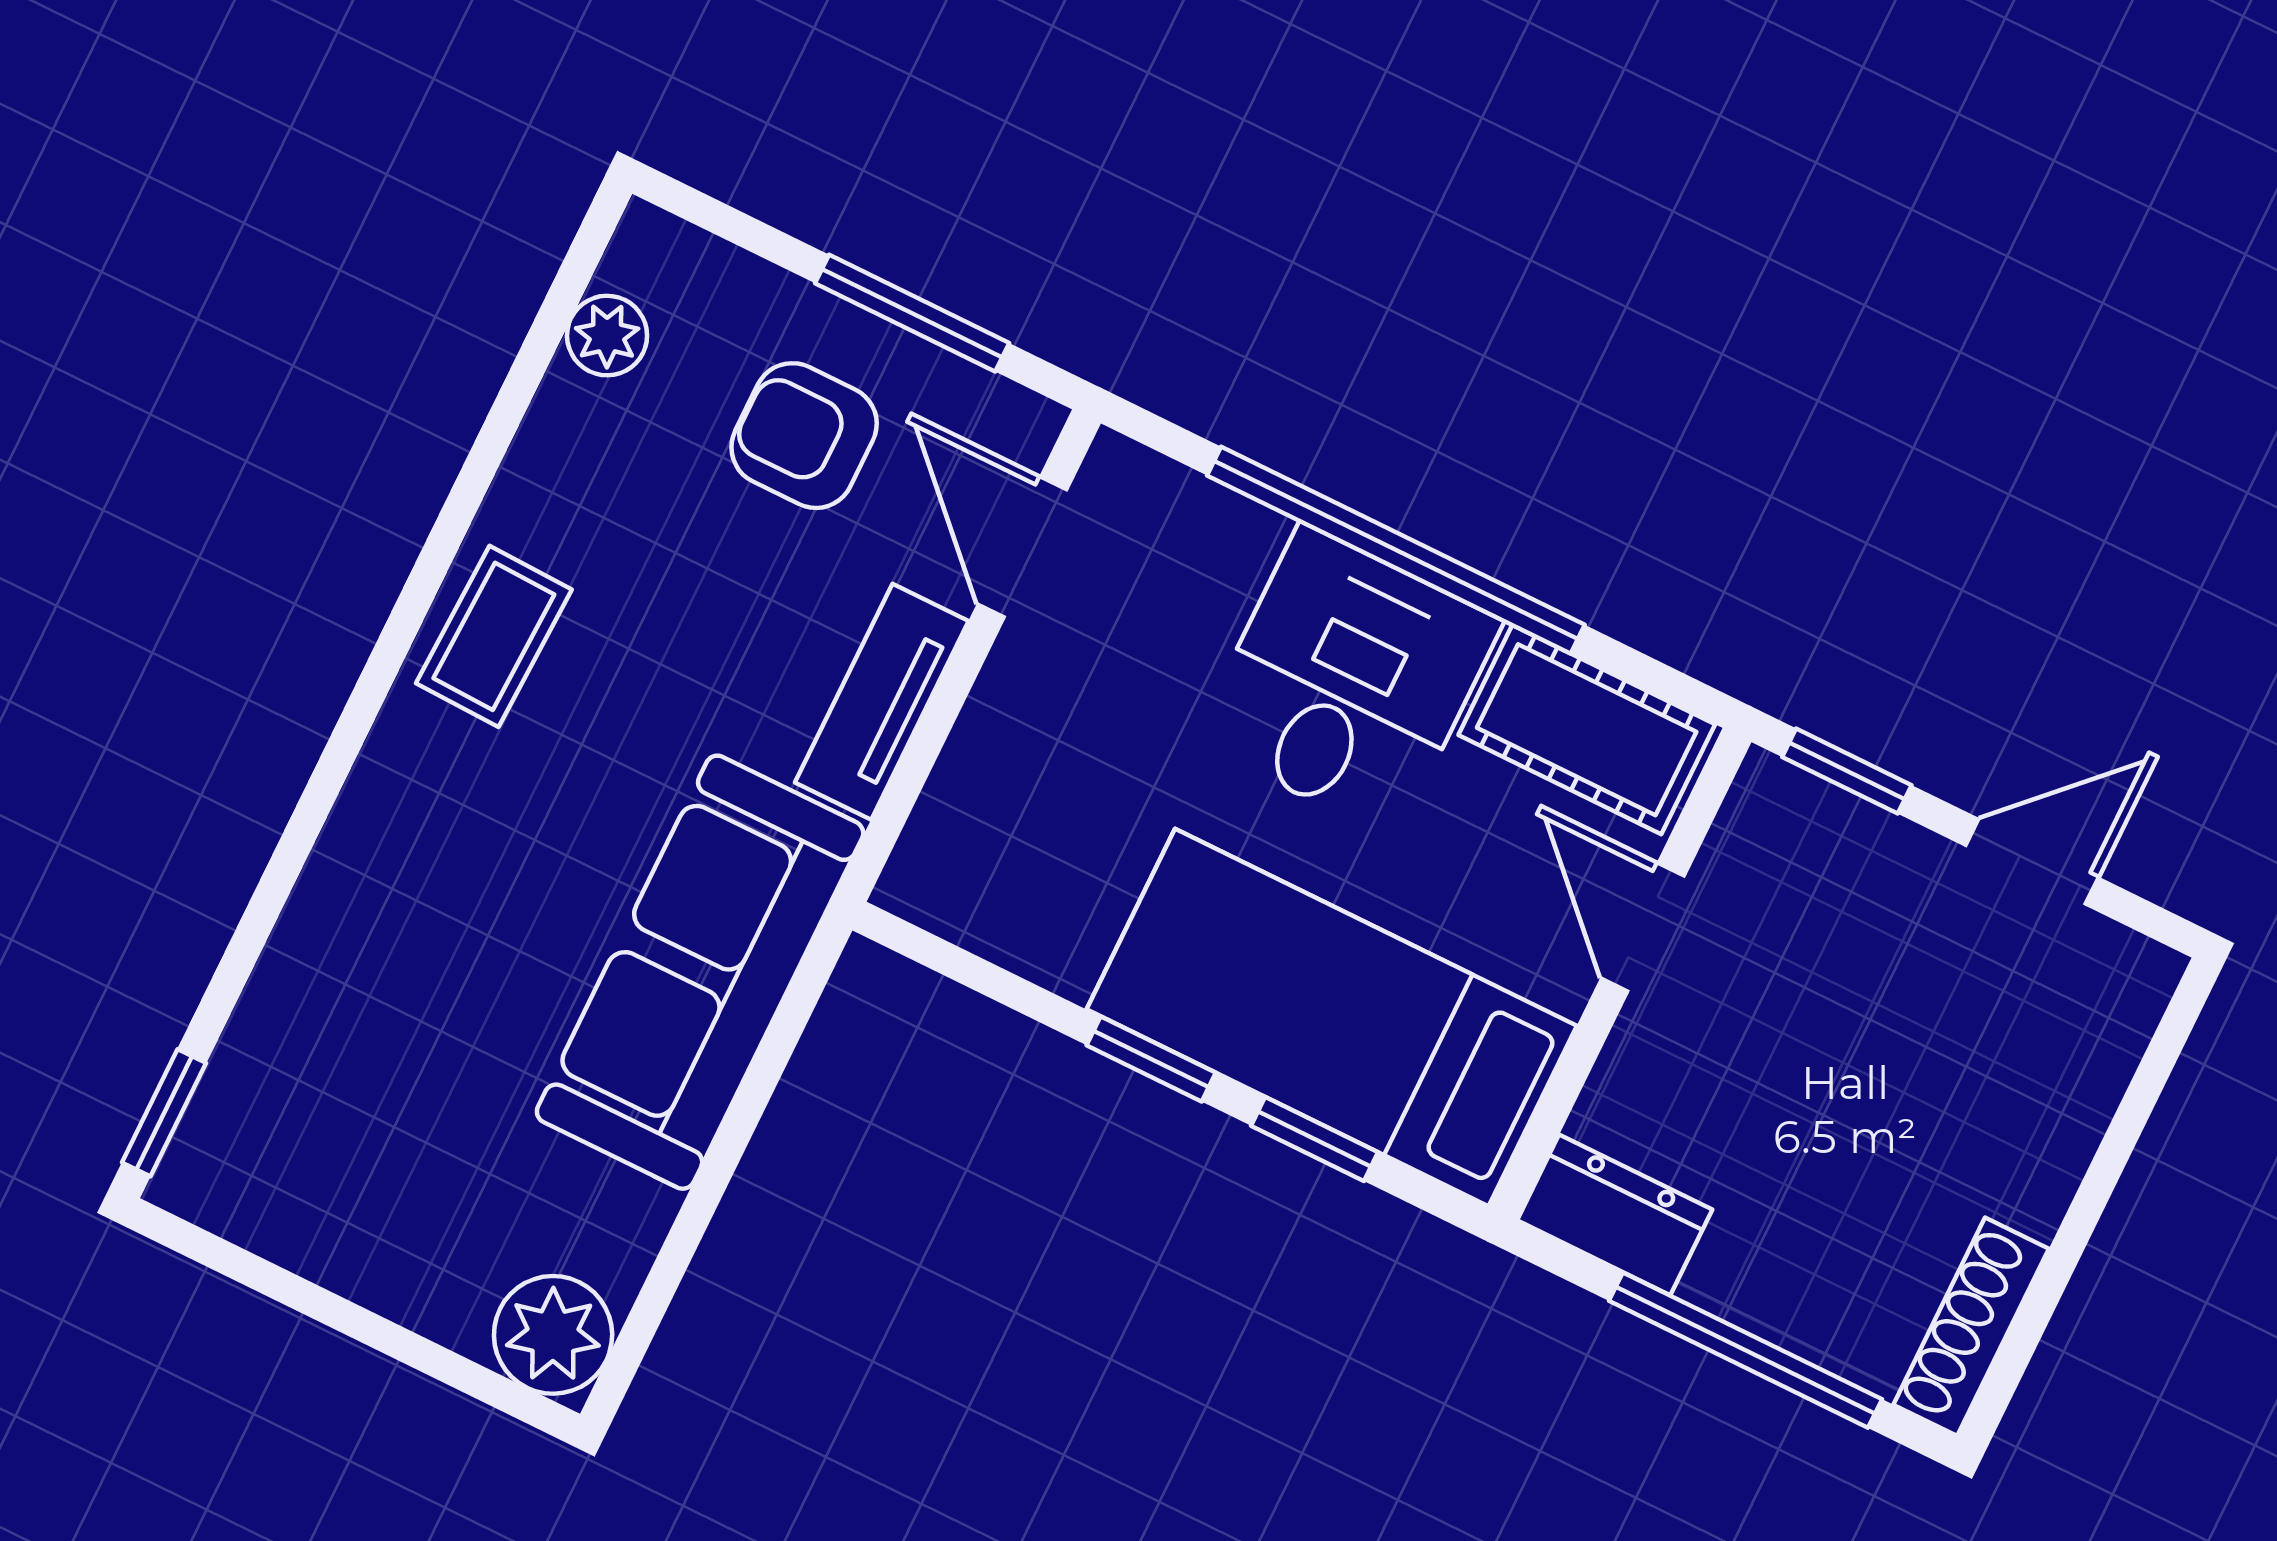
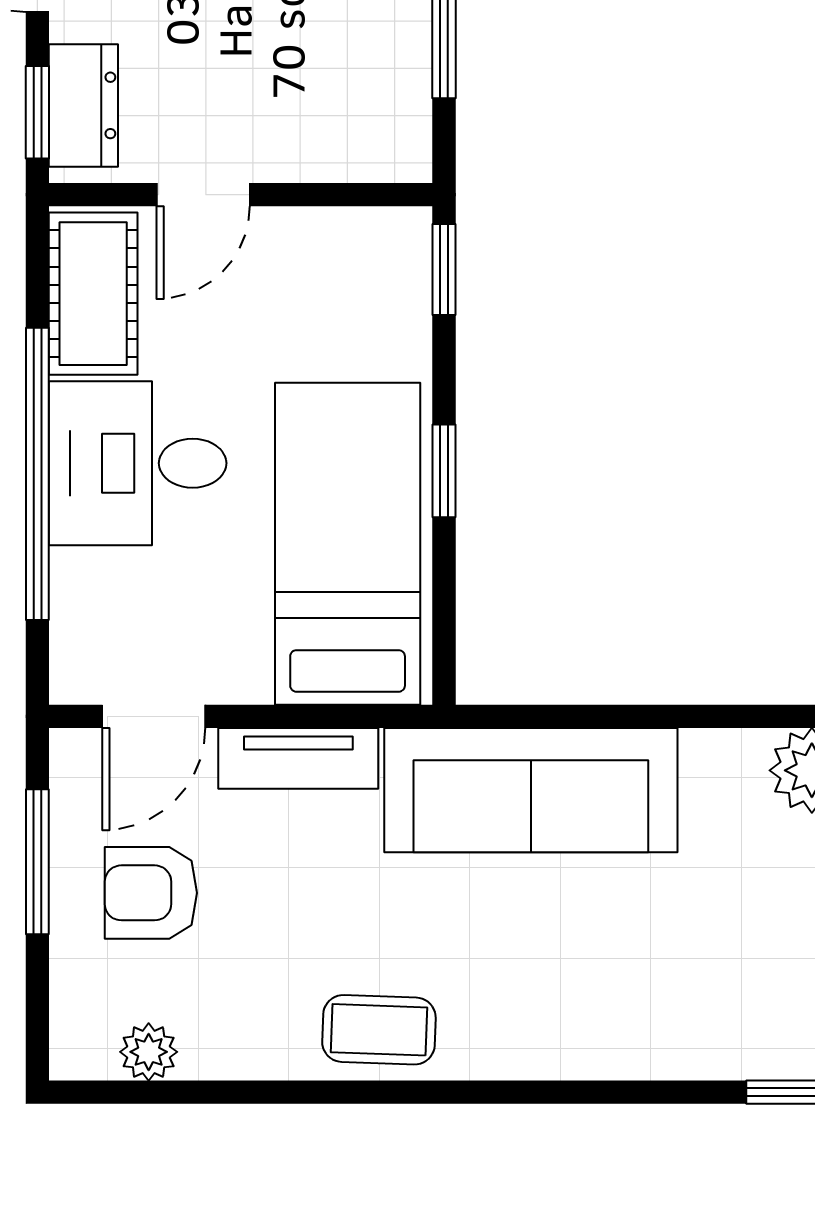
armchair: (804, 436) -> (151, 893), turned 90
bed: (1332, 1018) -> (348, 544), moved, turned 180
window: (1315, 1139) -> (444, 269), moved
dresser: (1615, 1215) -> (83, 105), moved, turned 180

